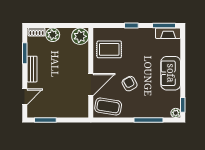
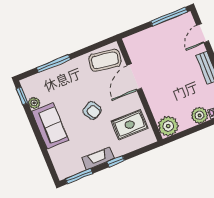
fireplace: (168, 33) -> (98, 158), moved
armchair: (130, 84) -> (92, 111), moved
plant: (176, 113) -> (34, 103), moved
window: (45, 120) -> (169, 17), width x1.44

